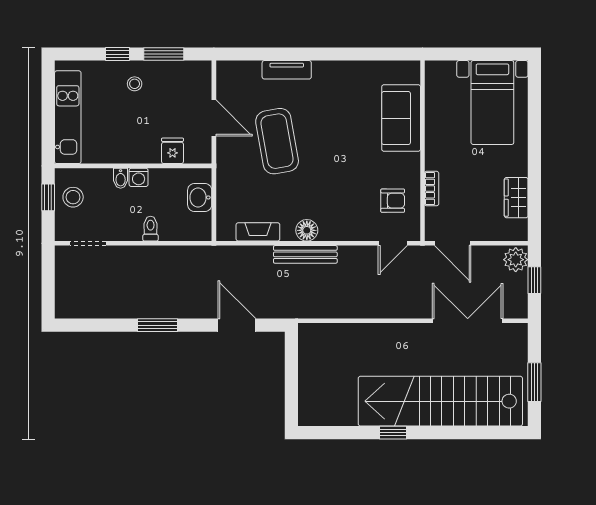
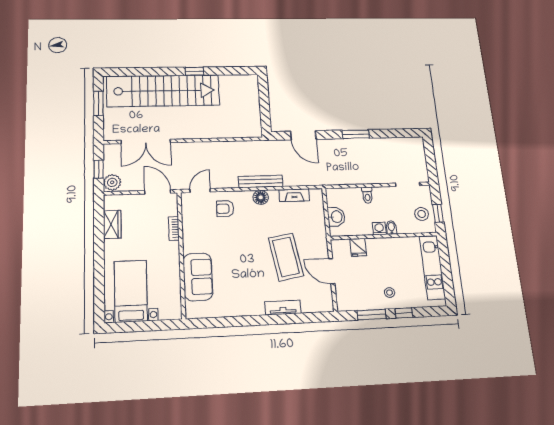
armchair: (393, 201) -> (225, 209), moved

